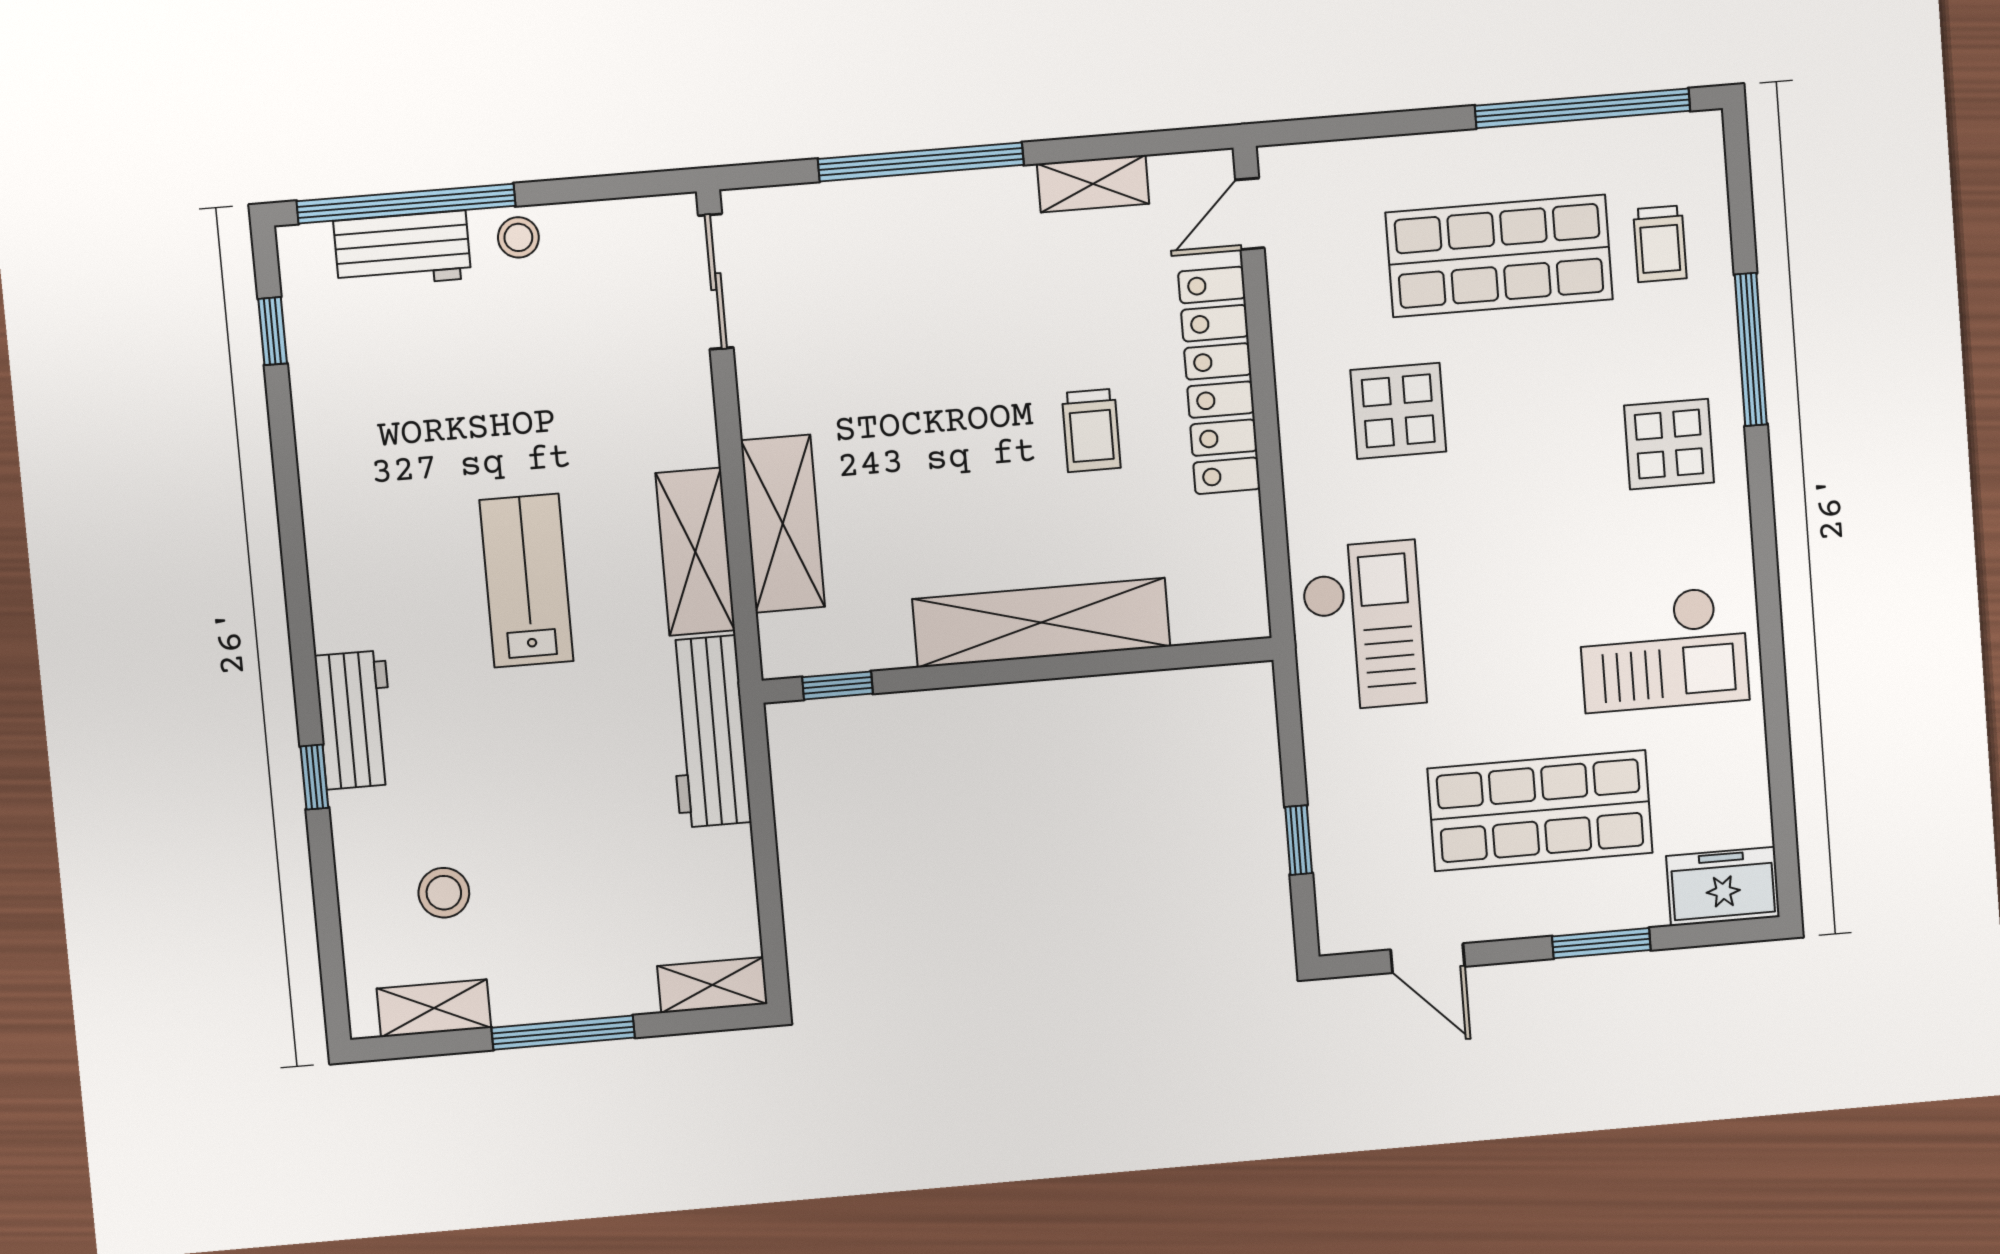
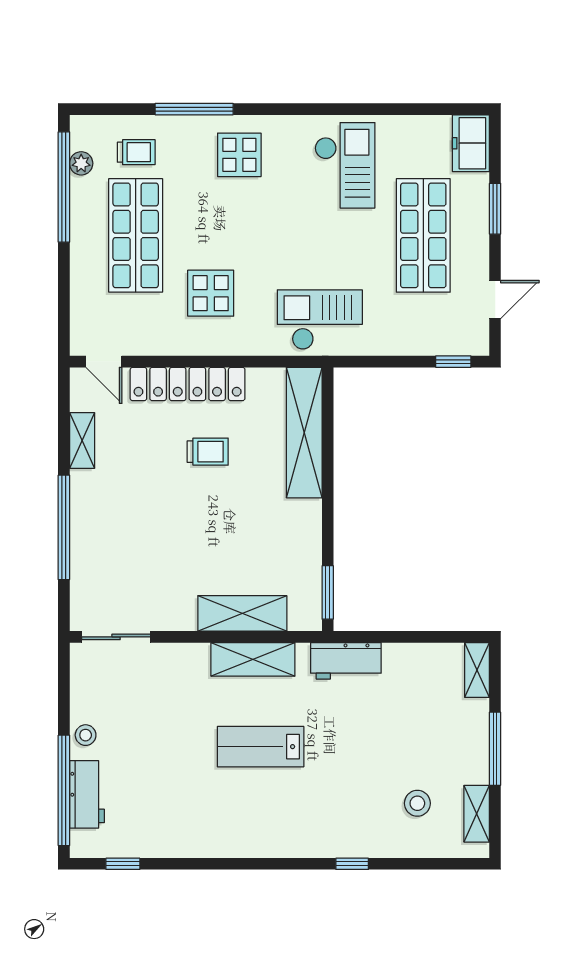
plant: (1631, 138) -> (81, 163), added
shelving: (1041, 623) -> (304, 433), moved
window: (838, 685) -> (328, 592), width x1.50
workbench: (355, 720) -> (325, 840), removed
workbench: (708, 732) -> (346, 661), width x0.73
window: (1299, 840) -> (453, 362), moved

